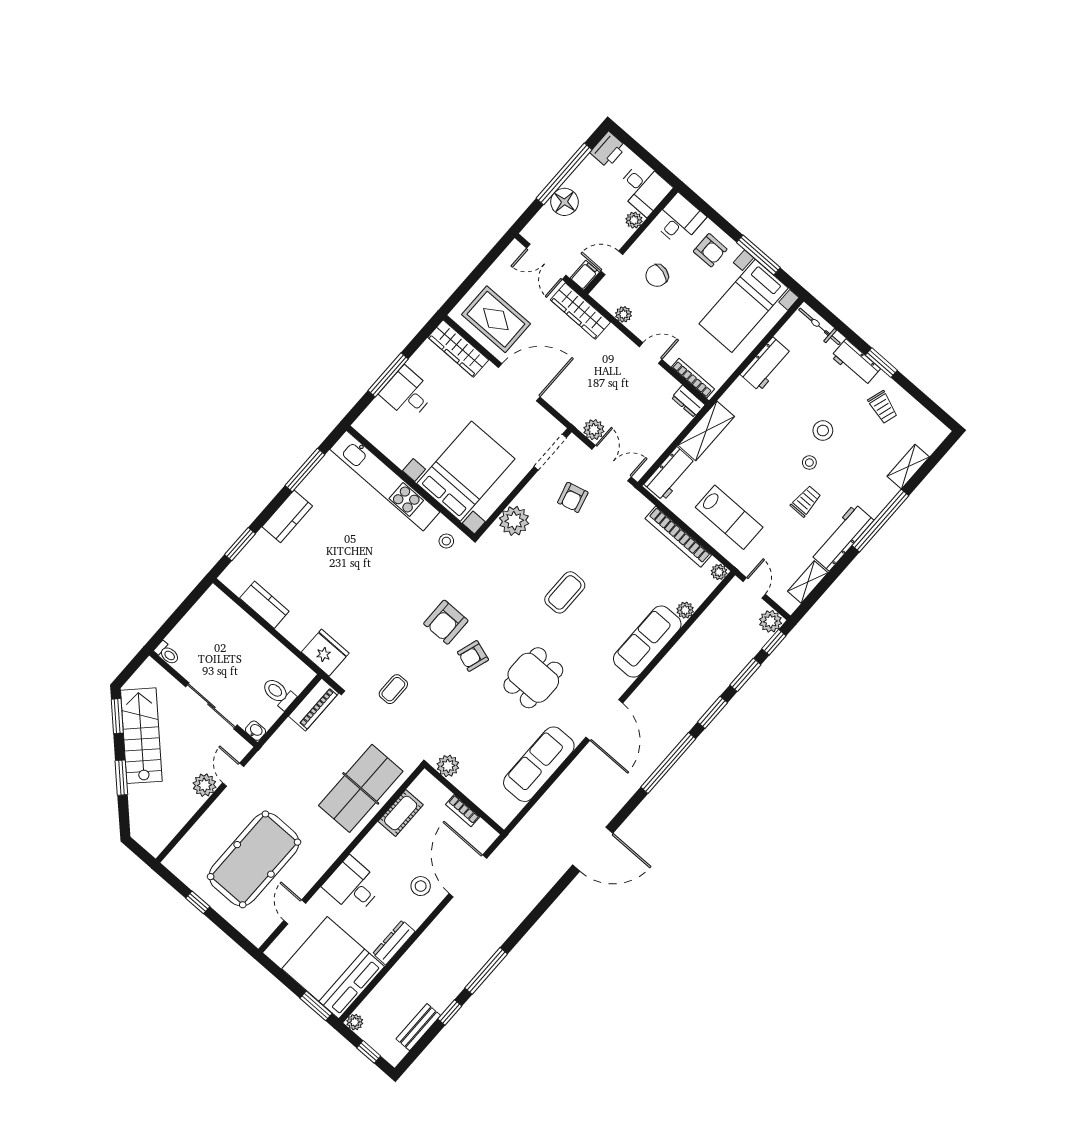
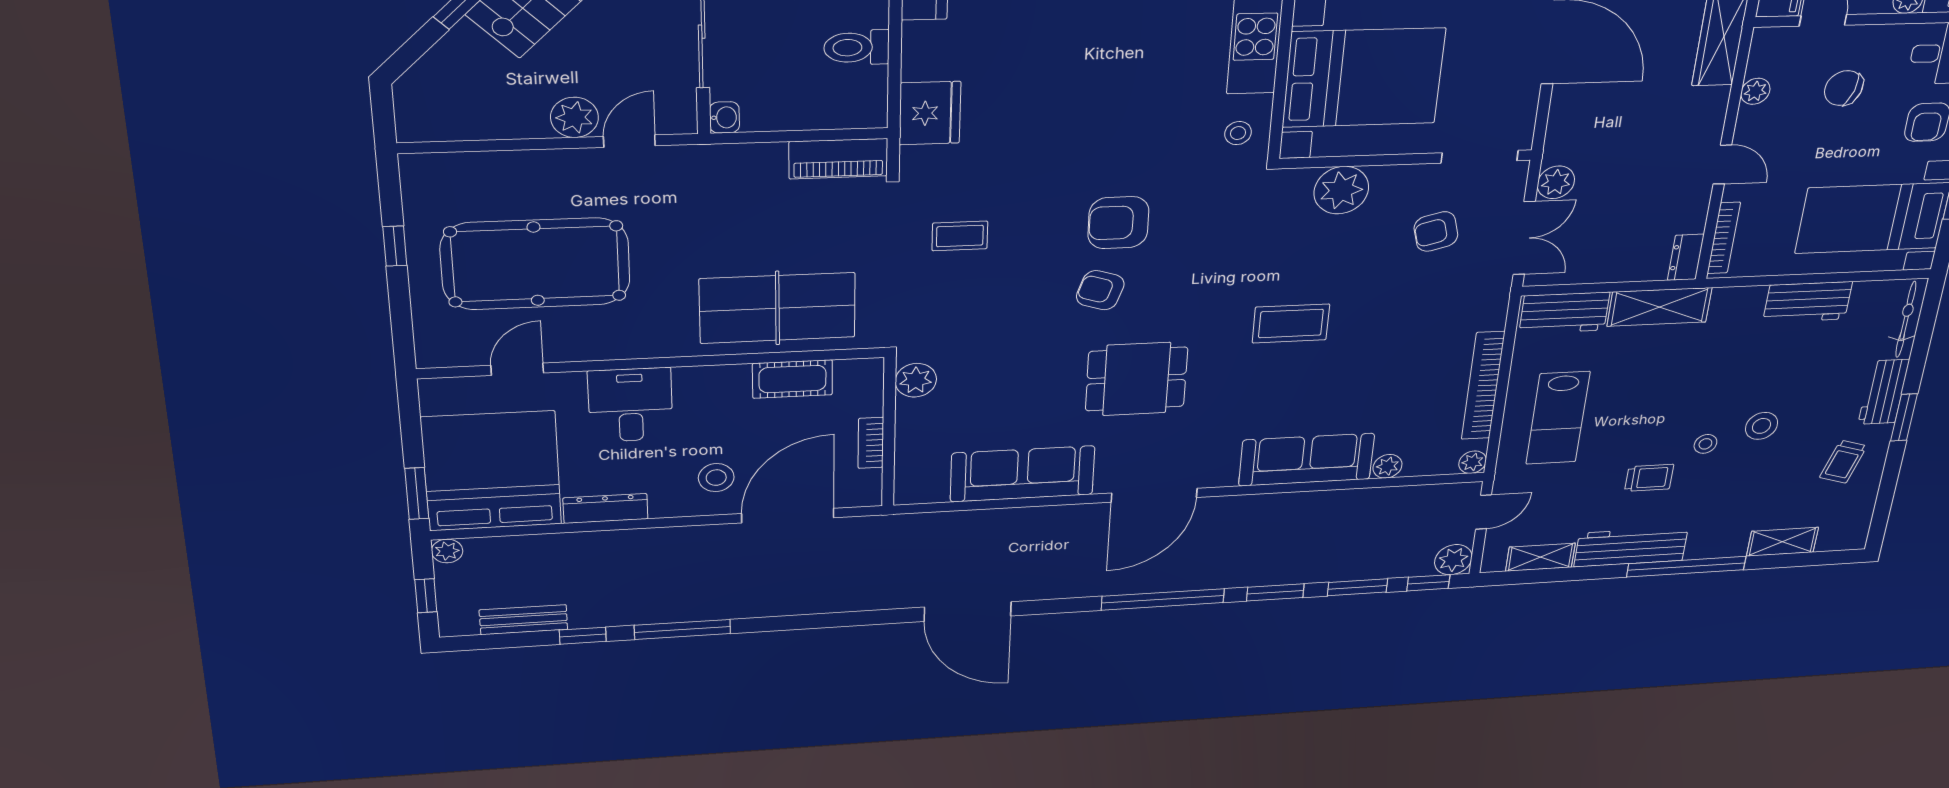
toilet: (279, 693) -> (857, 47), moved, turned -90

